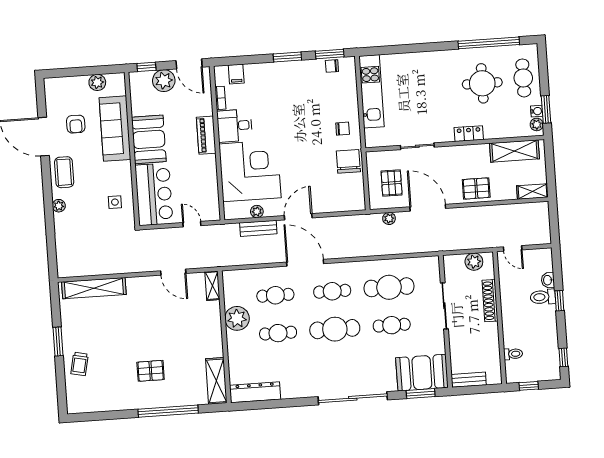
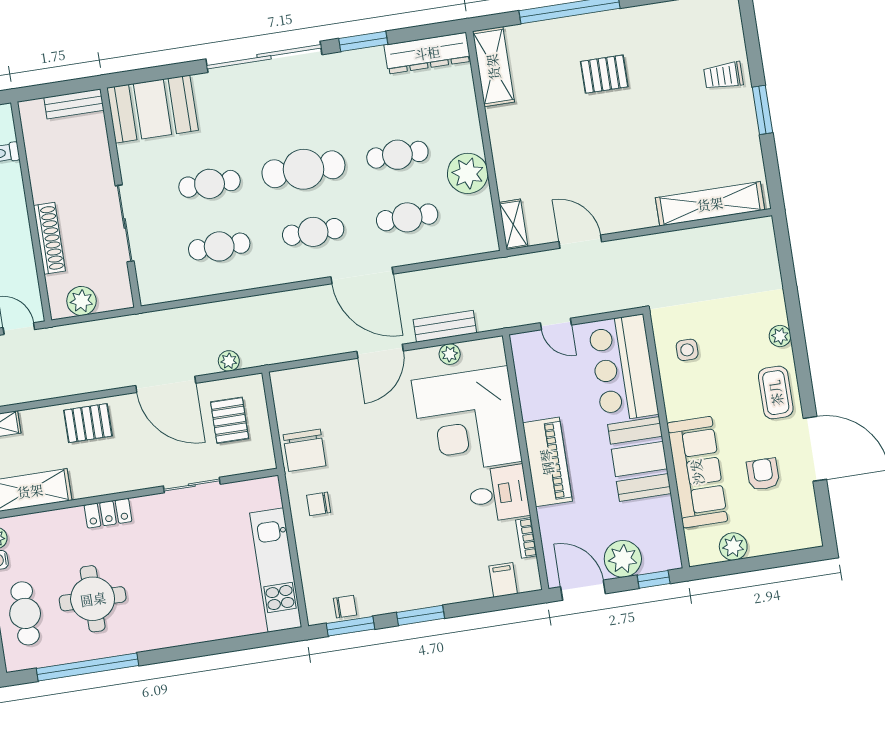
piano: (206, 135) -> (547, 462), width x1.37, depth x1.33
cafe table: (389, 287) -> (219, 246), width x0.73, depth x0.74
trolley: (80, 364) -> (723, 76), turned -102
window: (421, 393) -> (363, 41), moved

